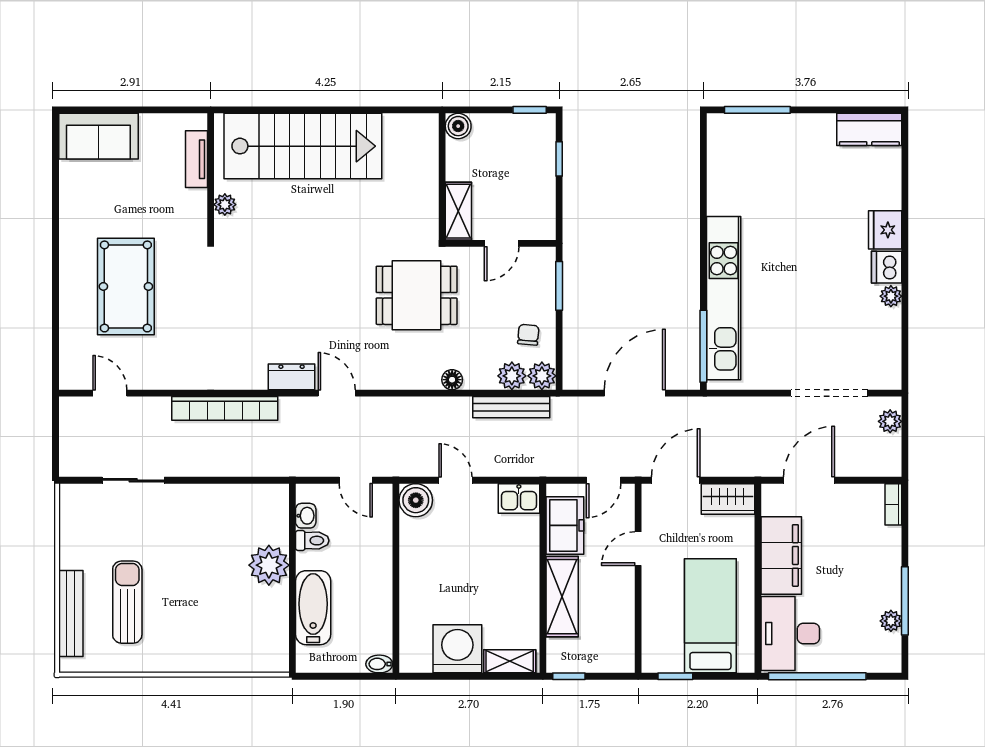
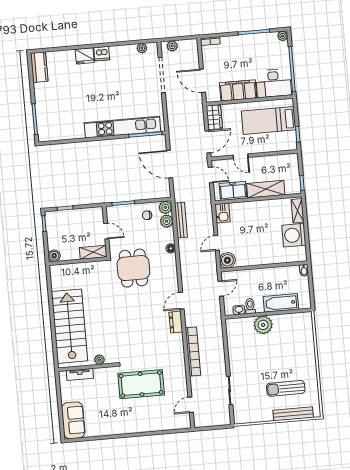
pool table: (126, 286) -> (141, 384), moved
plant: (891, 296) -> (142, 48), moved
door: (676, 480) -> (208, 142), swing flipped
plant: (891, 621) -> (283, 36), moved

